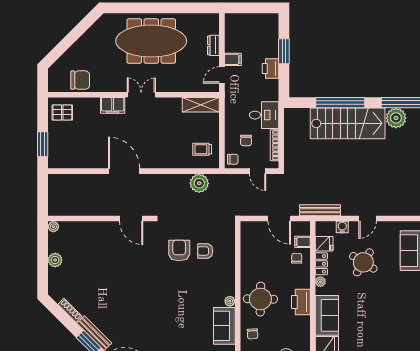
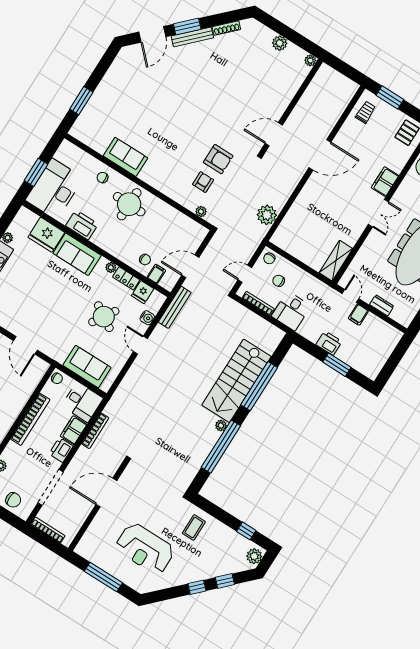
plant: (396, 118) -> (221, 426), width x0.53, depth x0.53
trolley: (202, 149) -> (366, 112), moved
plant: (230, 301) -> (201, 212), moved
printer: (301, 302) -> (82, 225), moved

